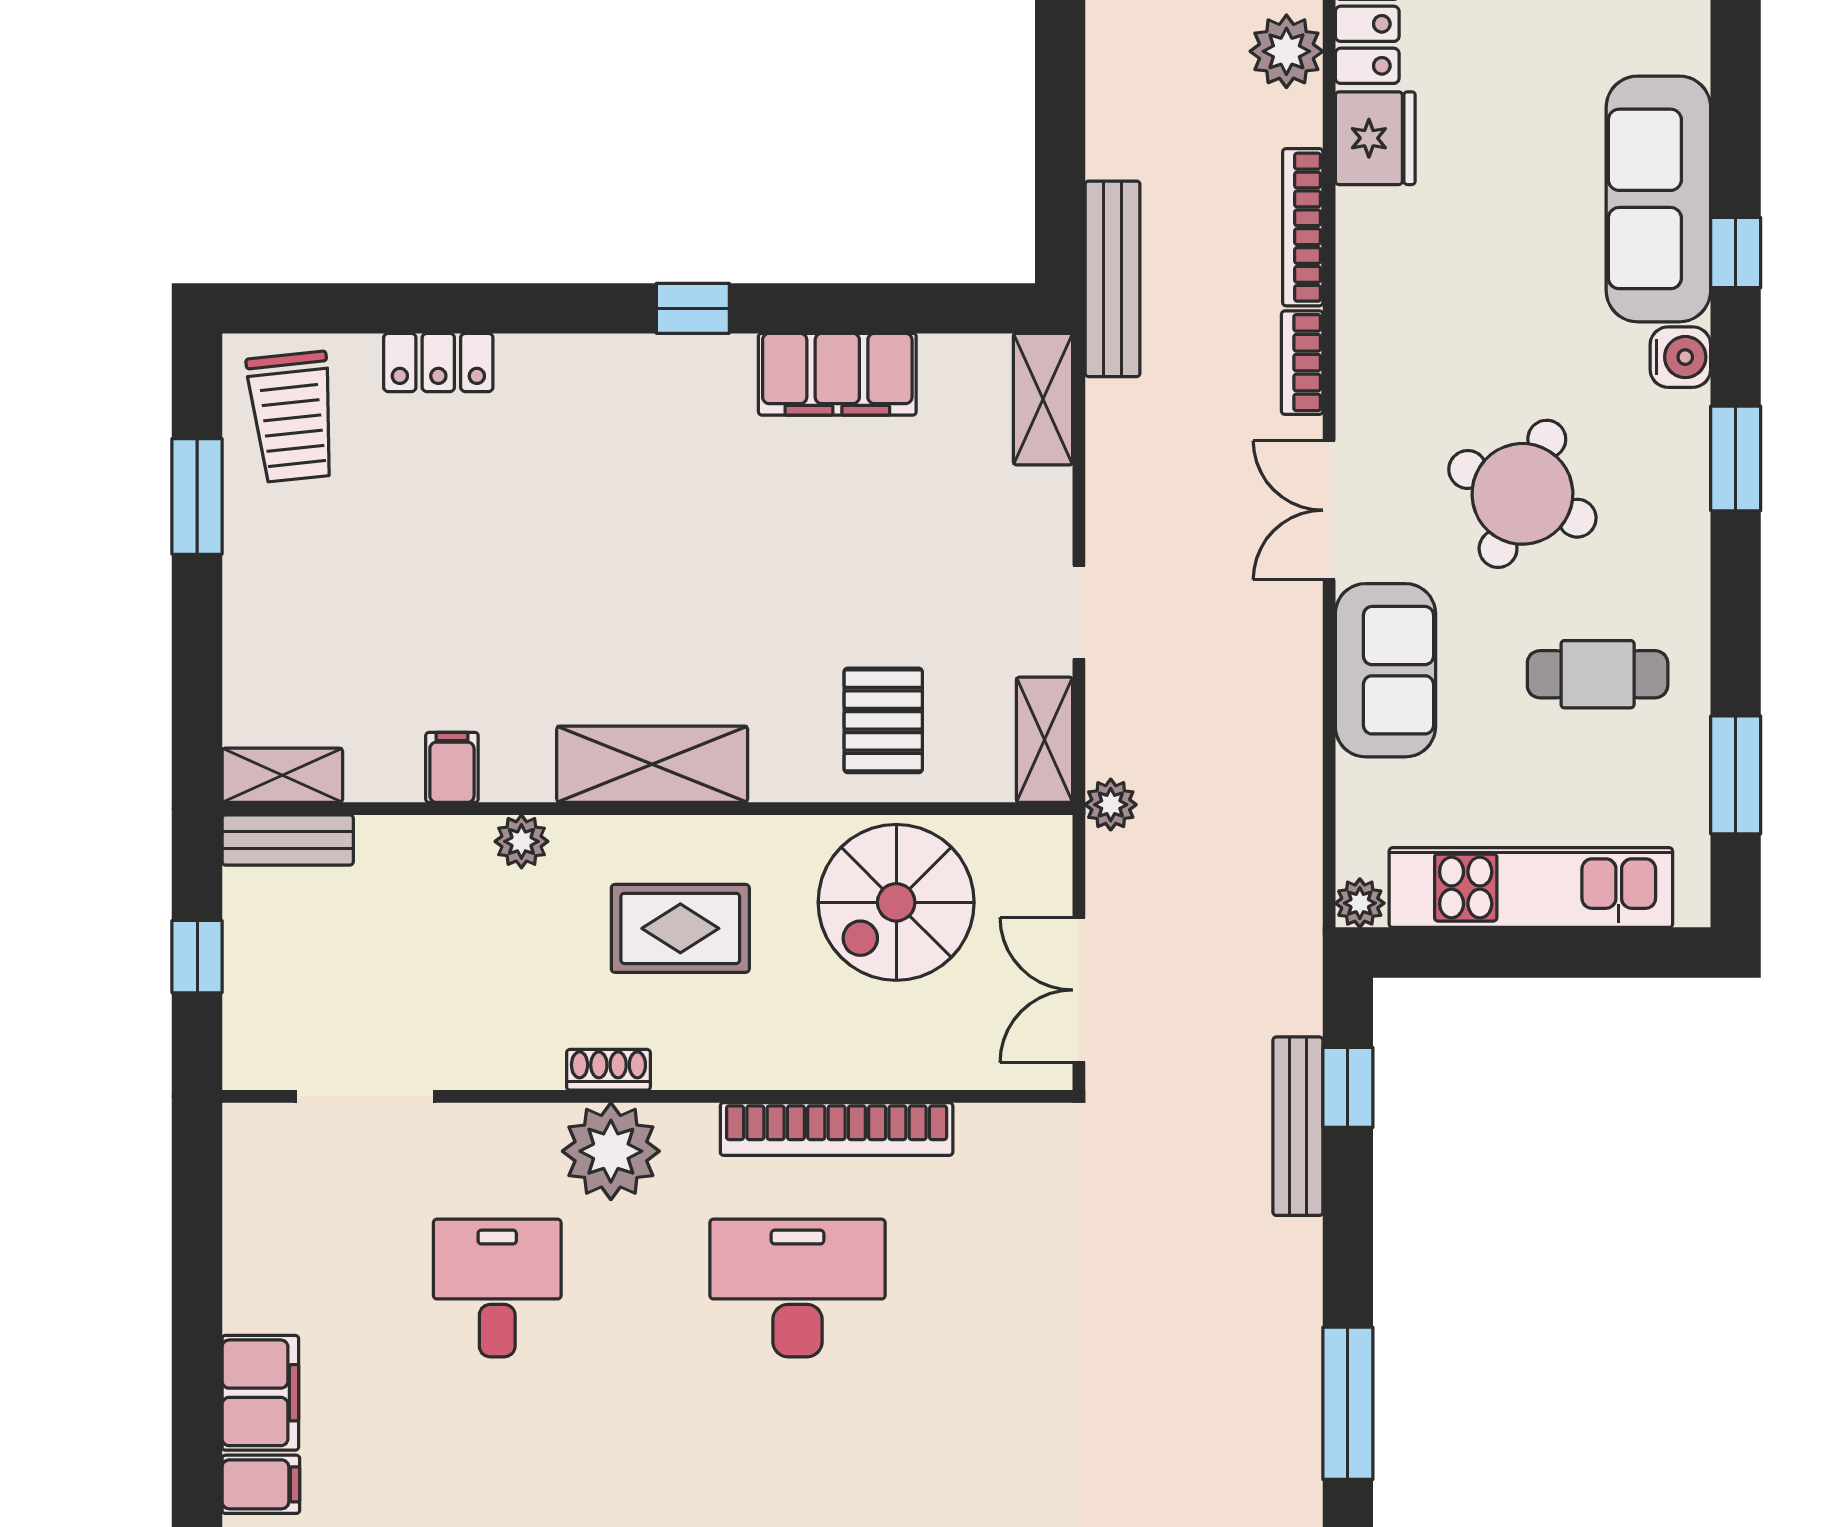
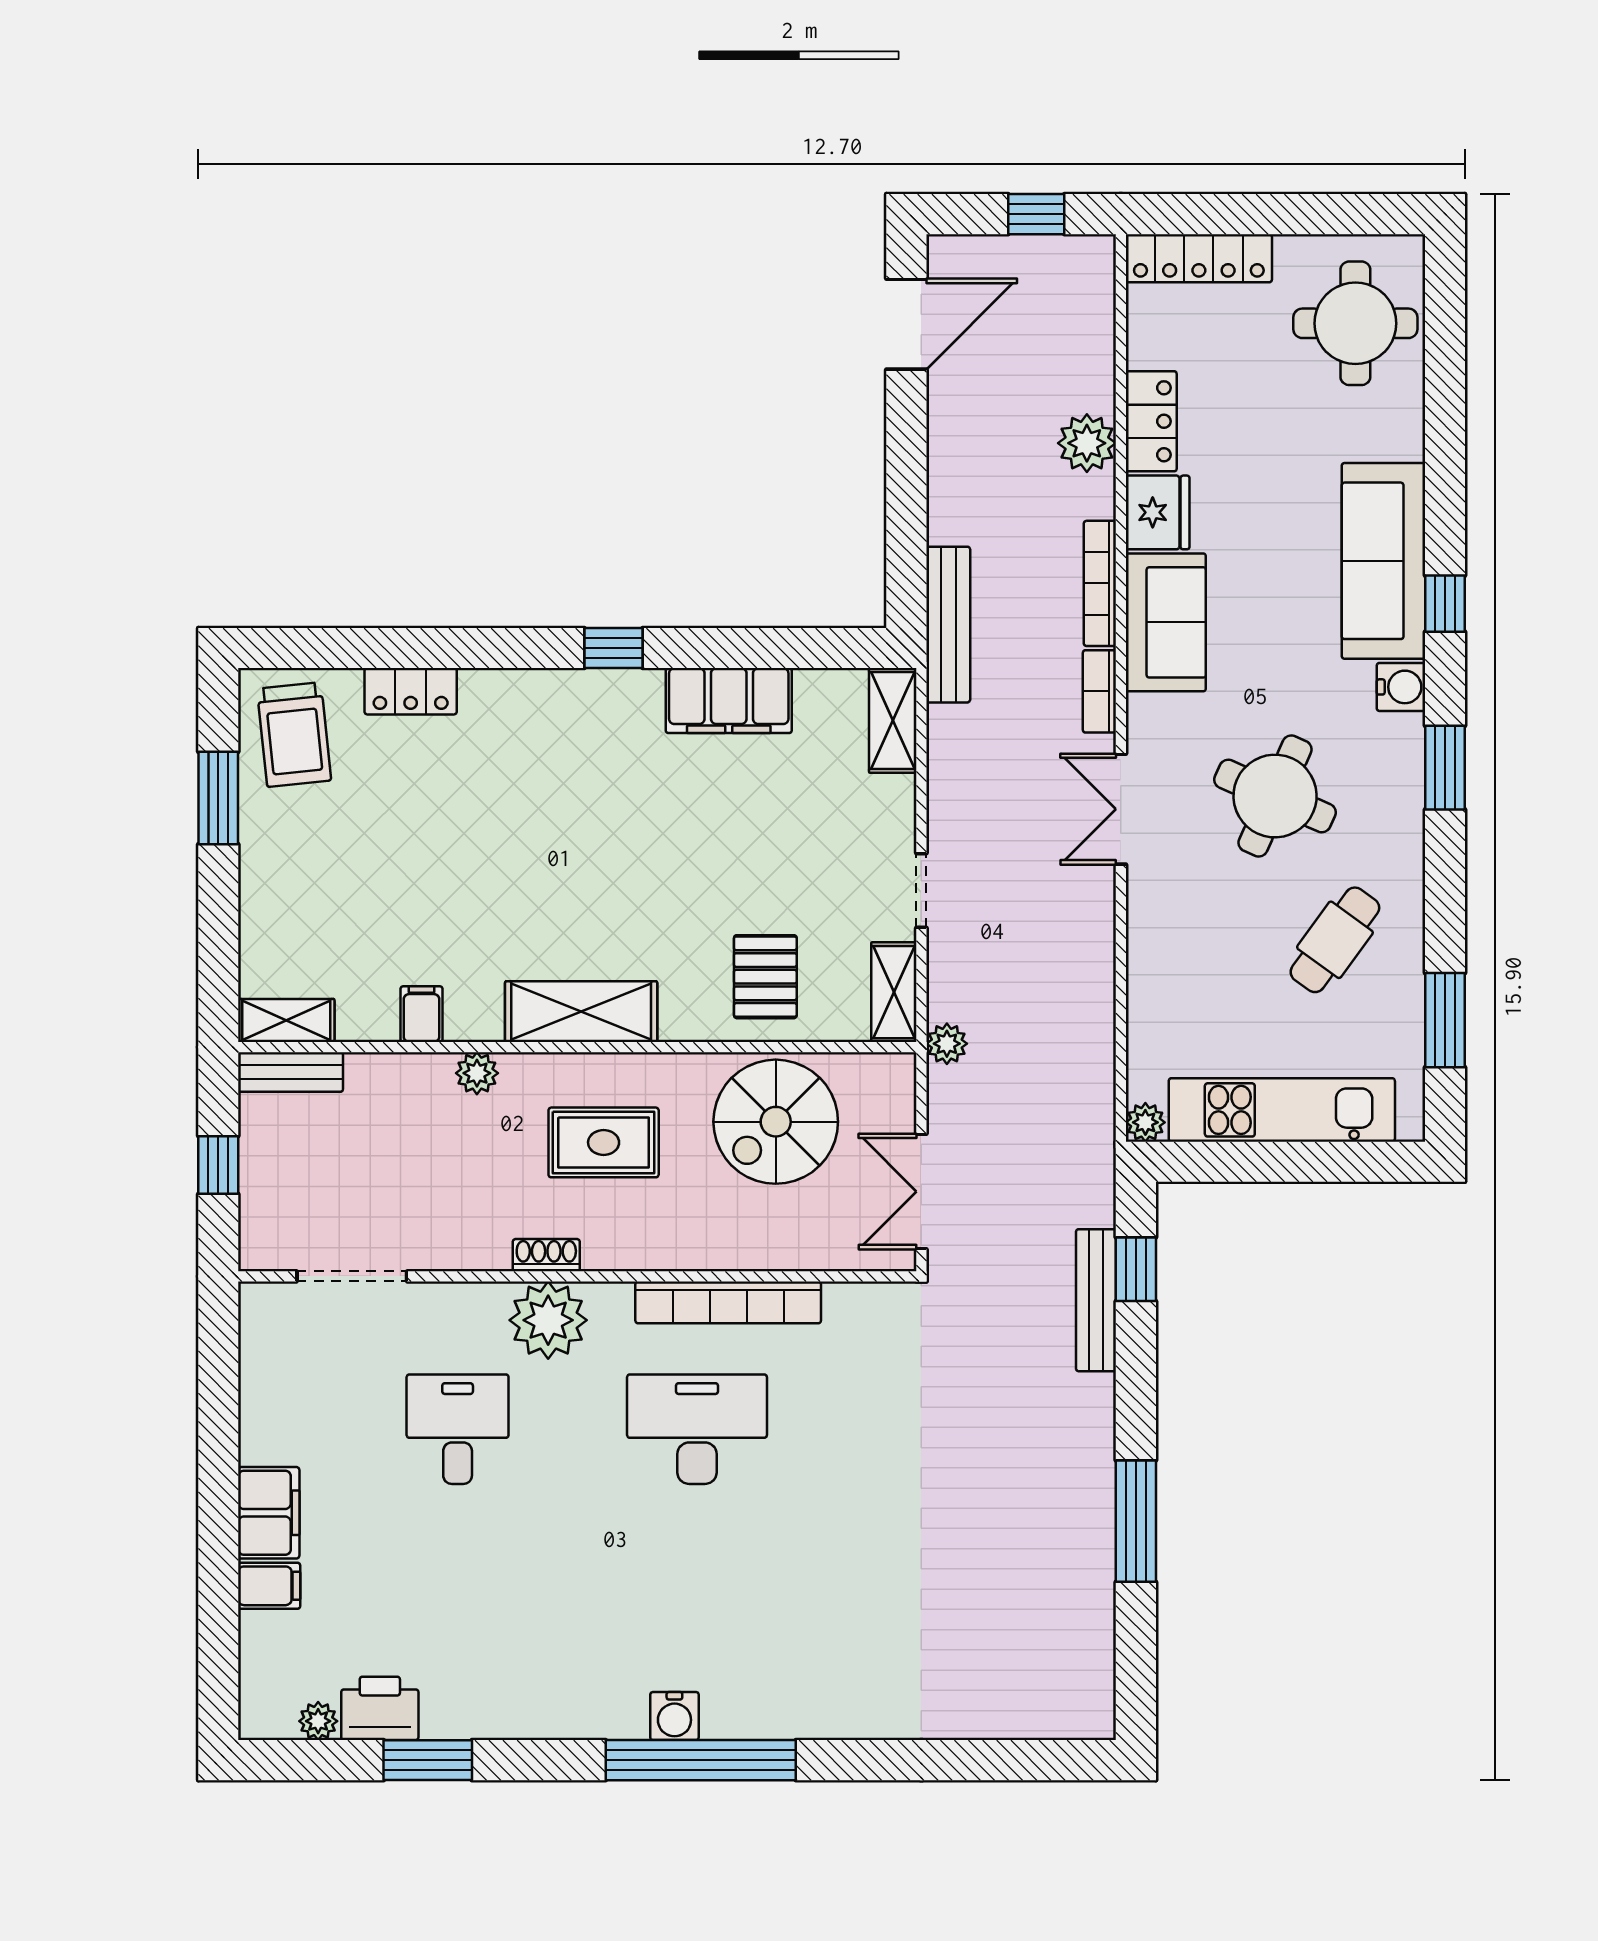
sofa: (1385, 670) -> (1166, 622), moved
cafe table: (1598, 674) -> (1335, 940), turned -54

